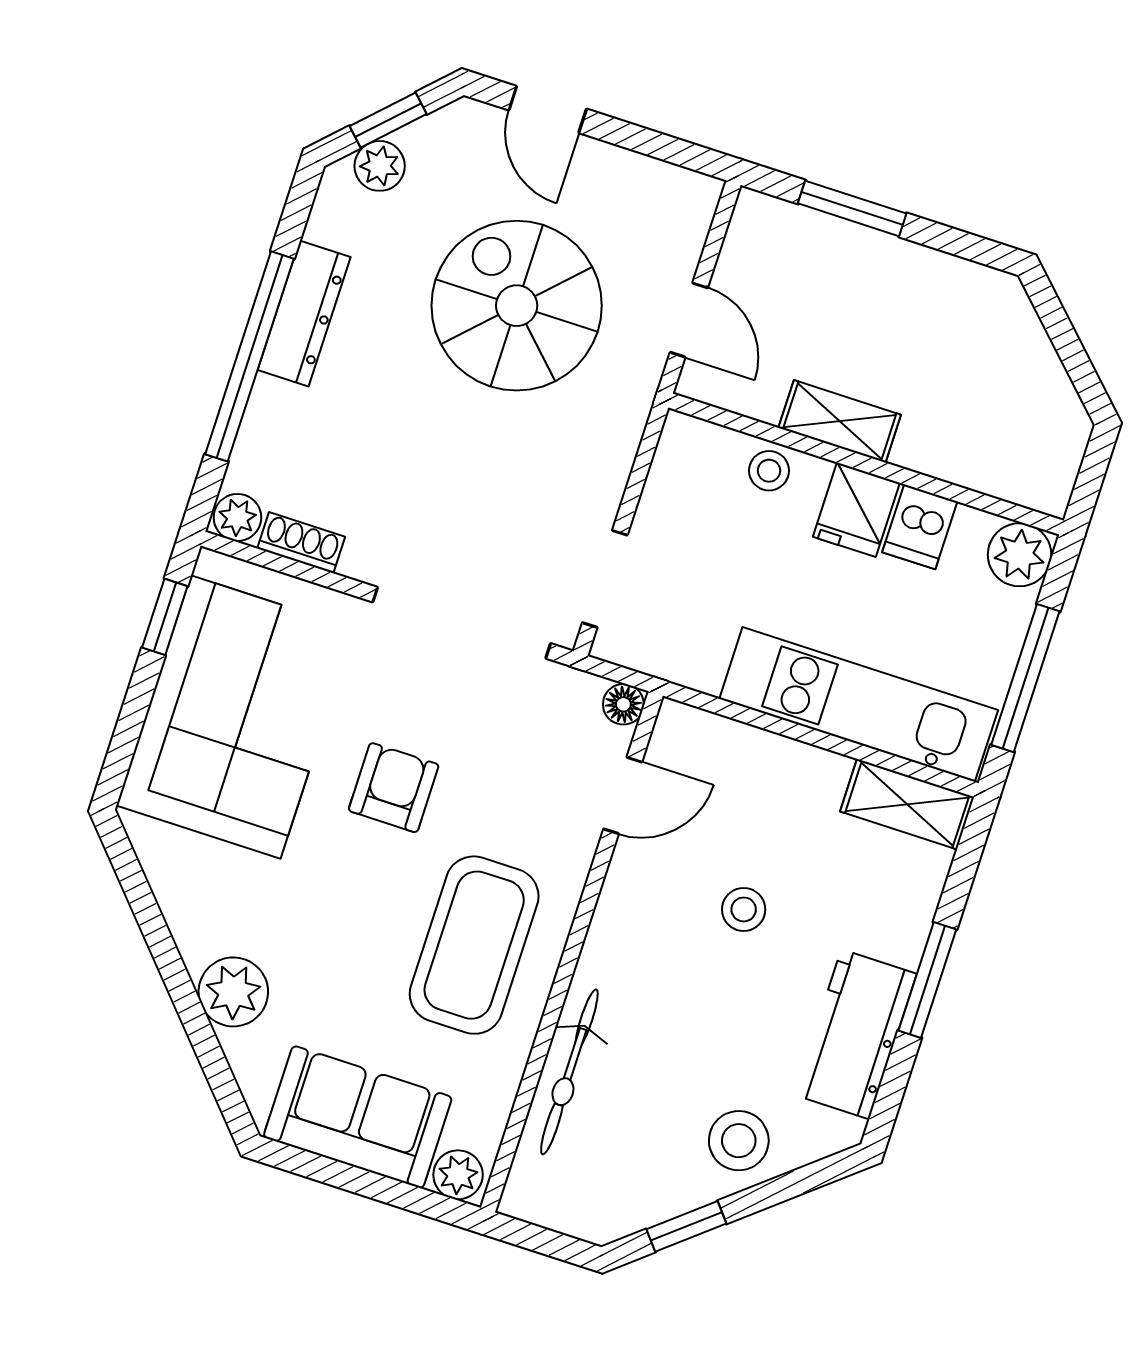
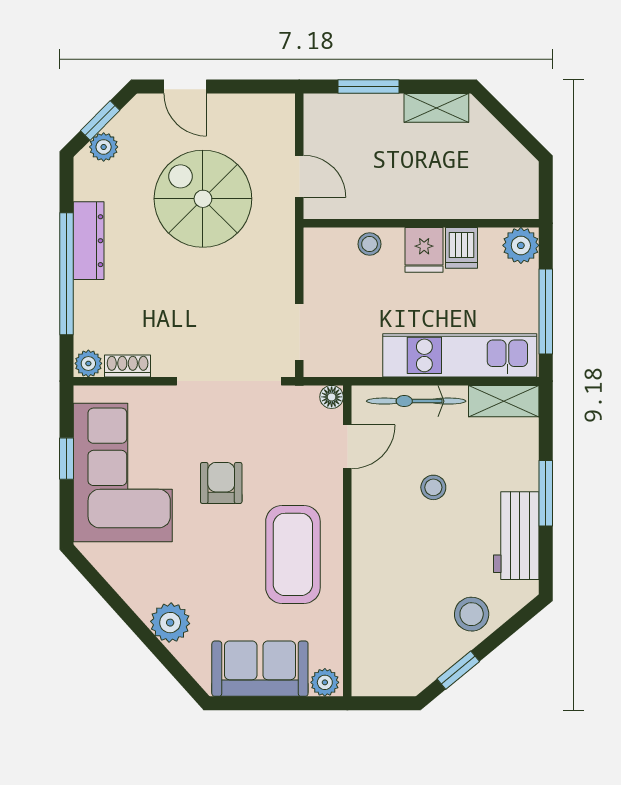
shelving: (840, 421) -> (436, 108), moved
window: (165, 617) -> (66, 459), moved
bicycle: (569, 1072) -> (416, 401), moved, turned 90

